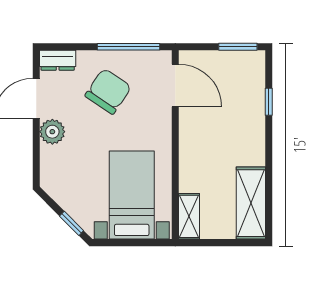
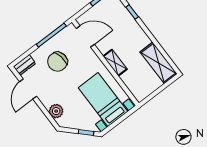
chair: (108, 91) -> (57, 62), turned -134
plant: (52, 132) -> (56, 111), moved
shelving: (189, 216) -> (115, 63), moved

